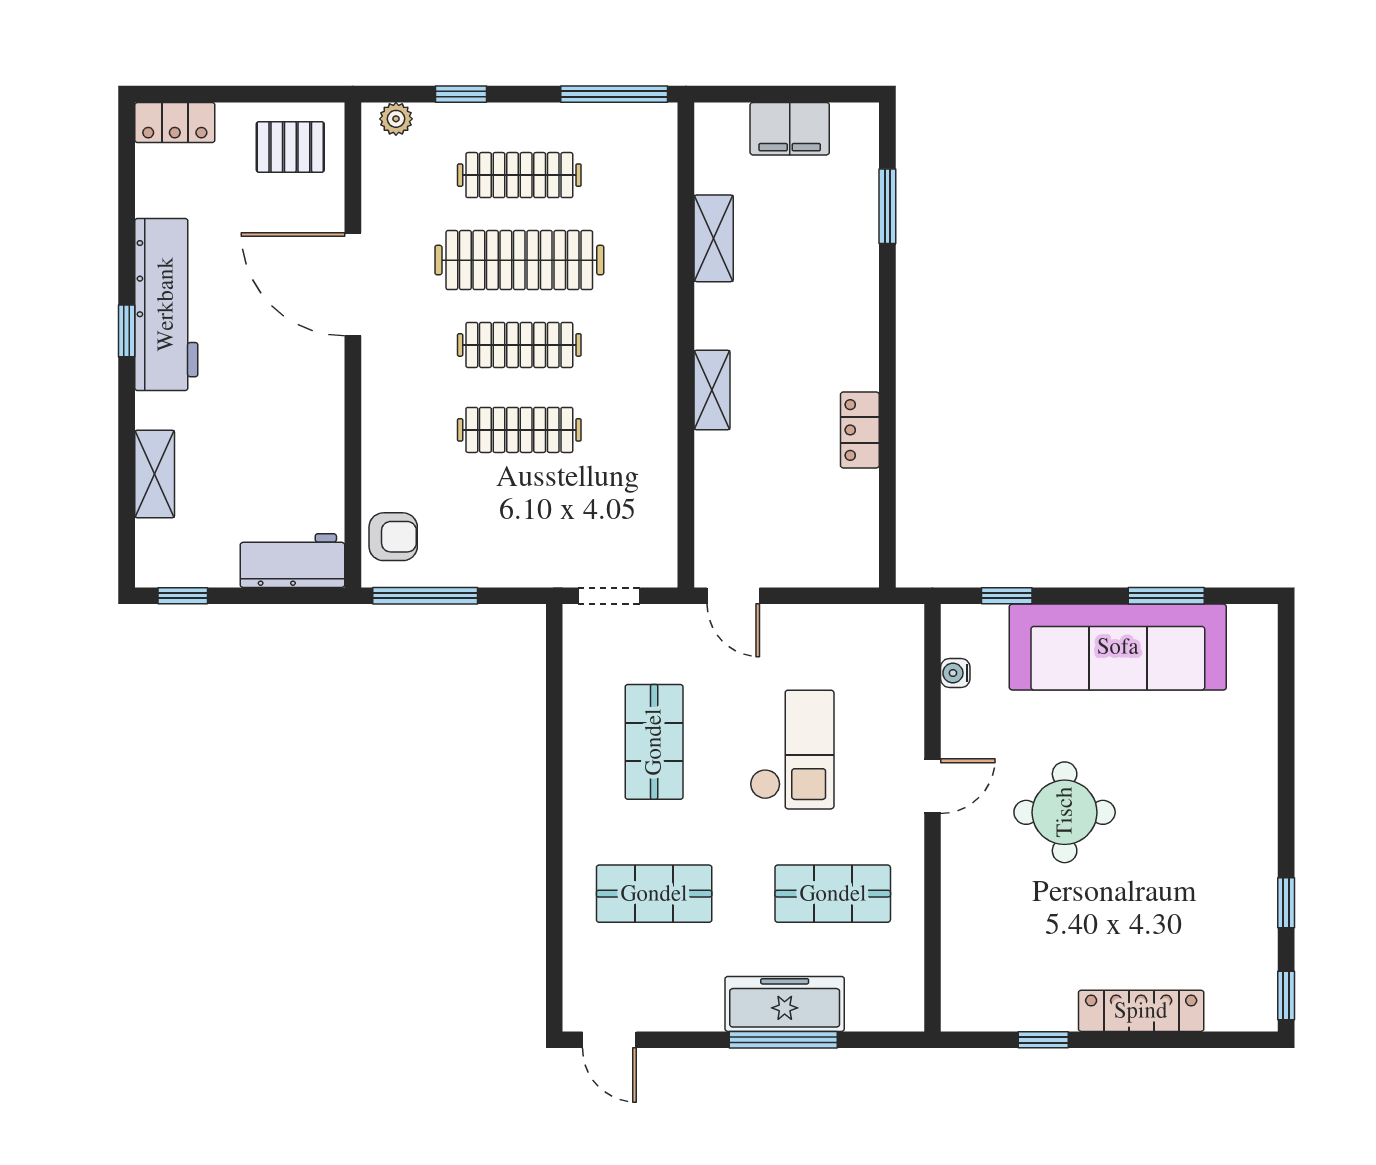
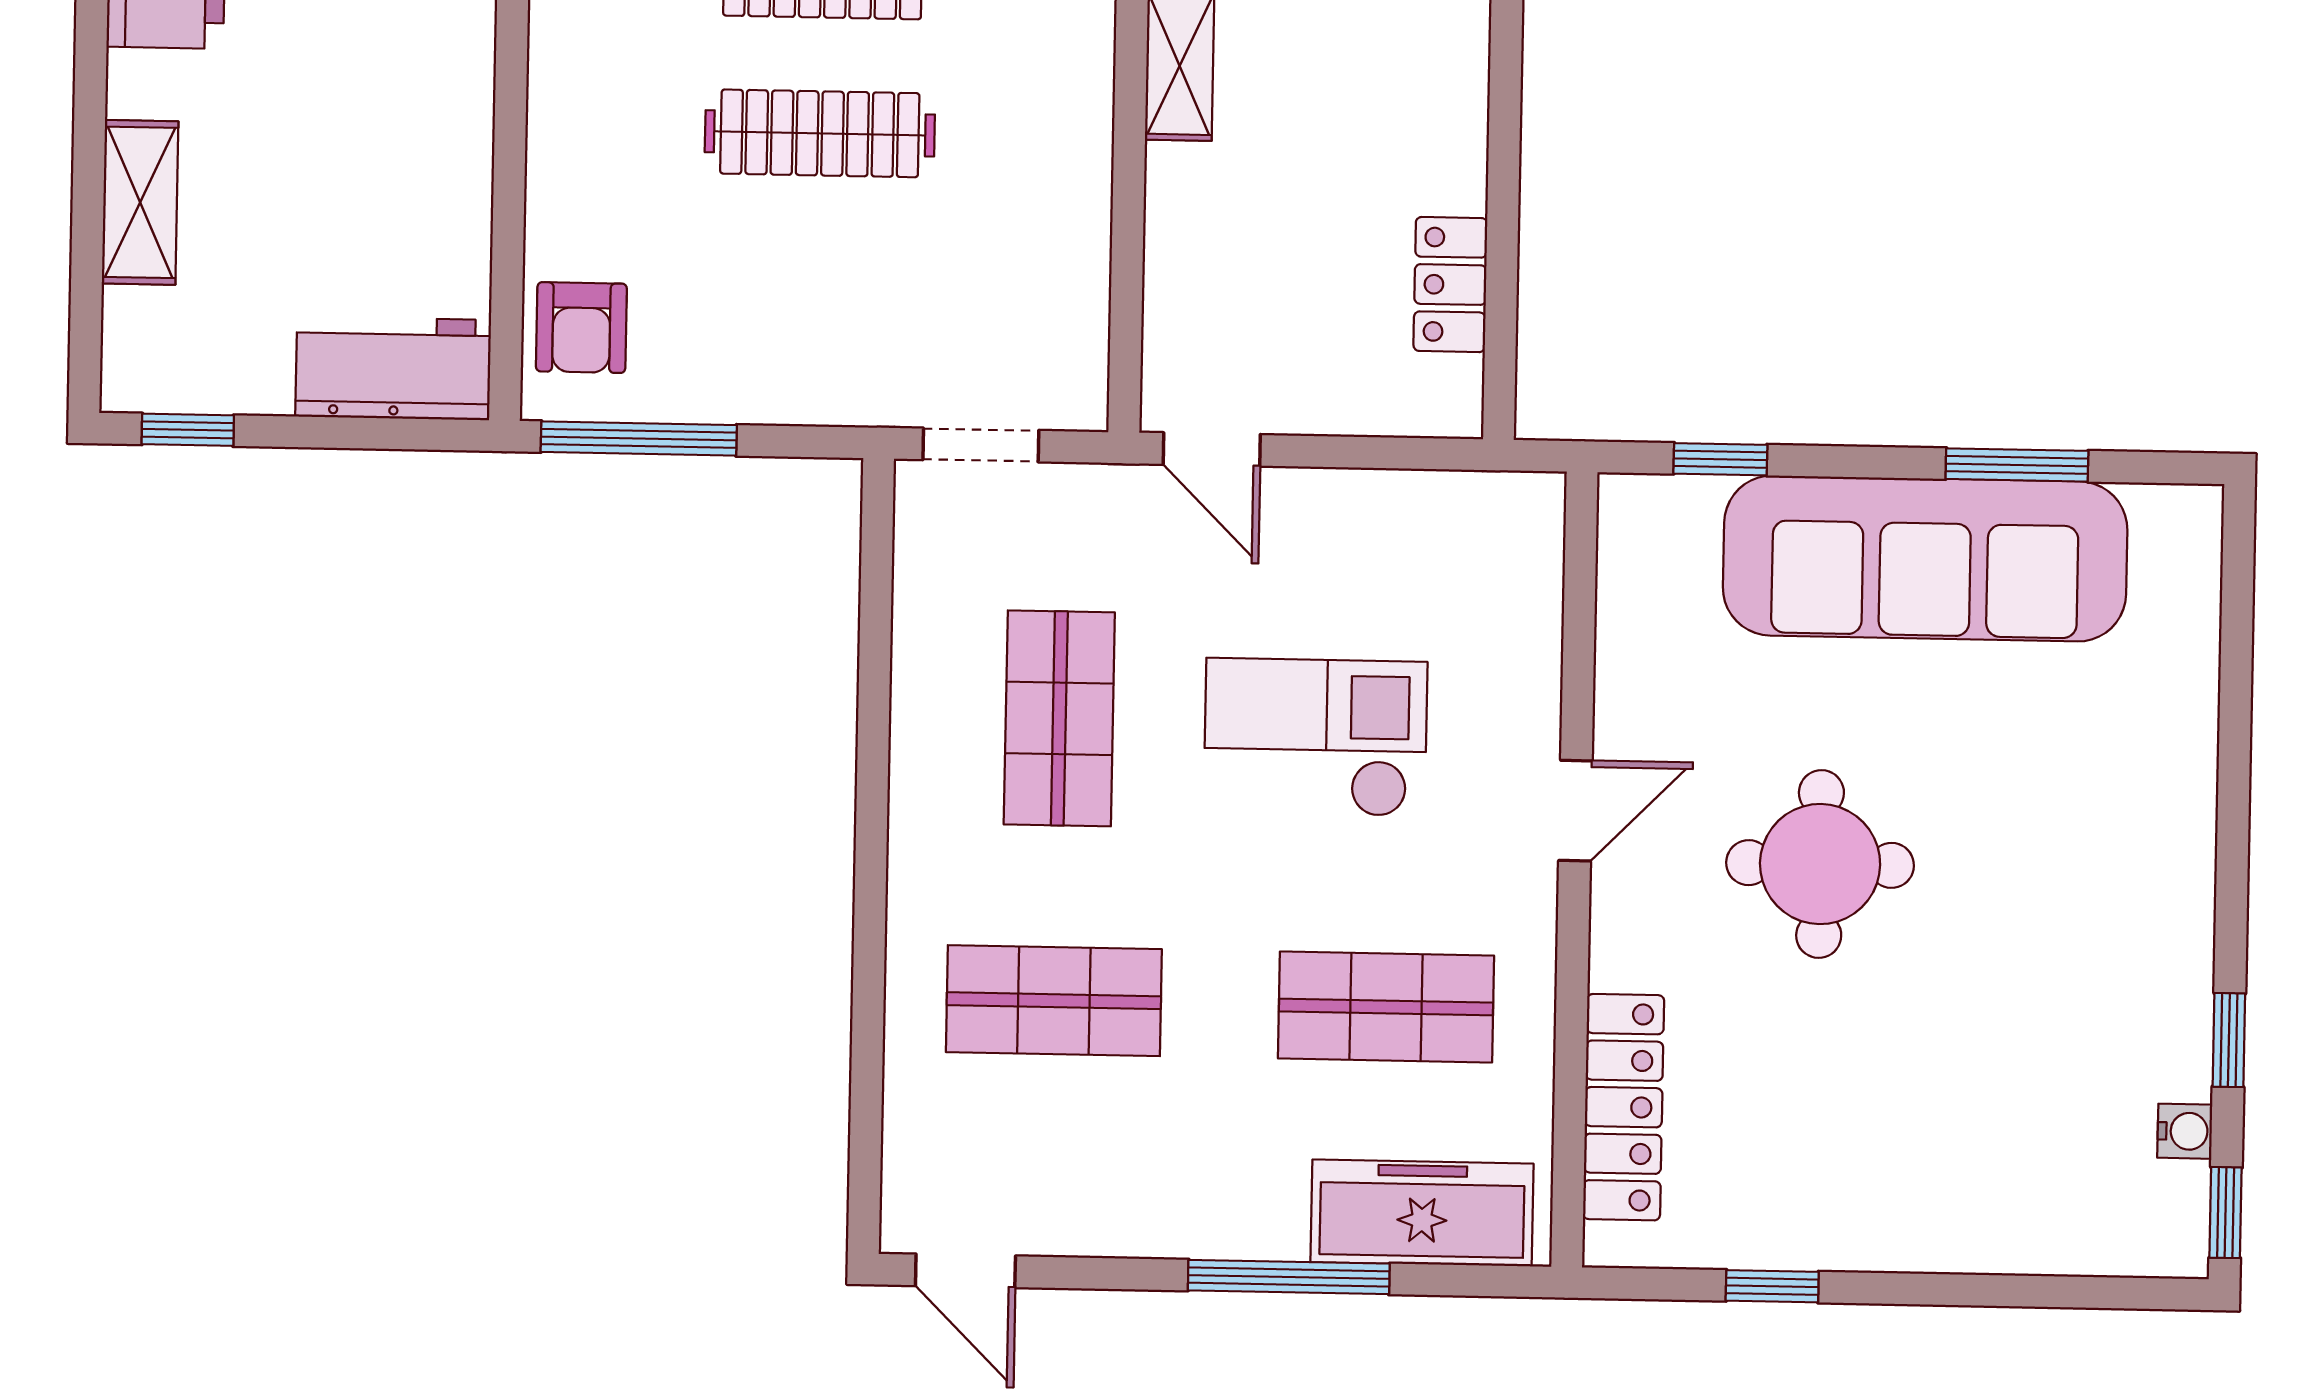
locker: (860, 430) -> (1450, 285), moved
armchair: (393, 537) -> (581, 328), turned 90
water cooler: (955, 673) -> (2185, 1131), moved, turned 180
checkout: (792, 750) -> (1315, 738), turned -90
freezer: (785, 1004) -> (1422, 1213), moved
locker: (1141, 1011) -> (1624, 1107), moved, turned 90

